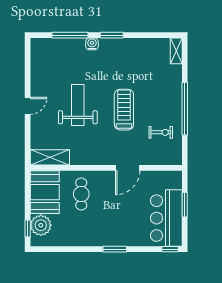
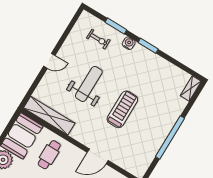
window: (70, 35) -> (116, 26), width x0.69
exercise bike: (161, 132) -> (98, 39), moved
shelving: (50, 157) -> (49, 116), width x1.47

